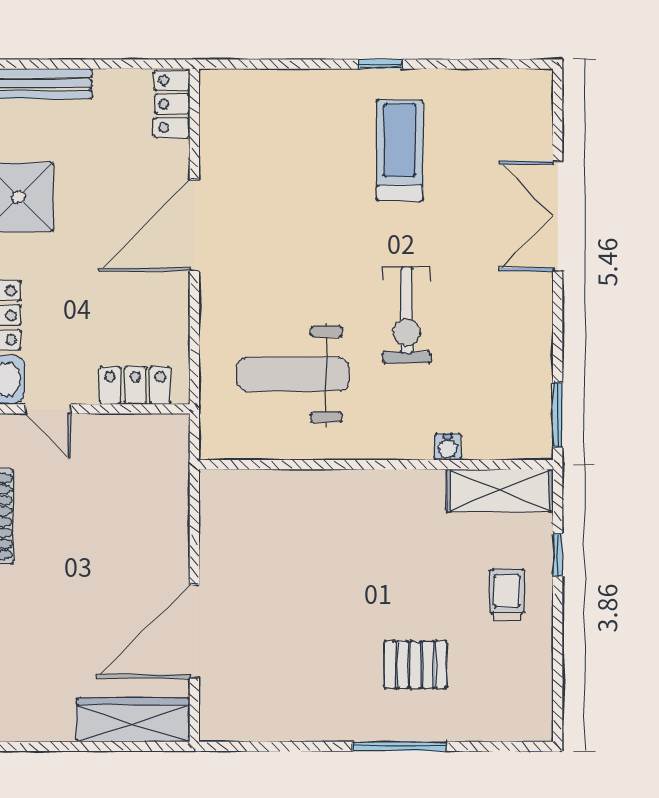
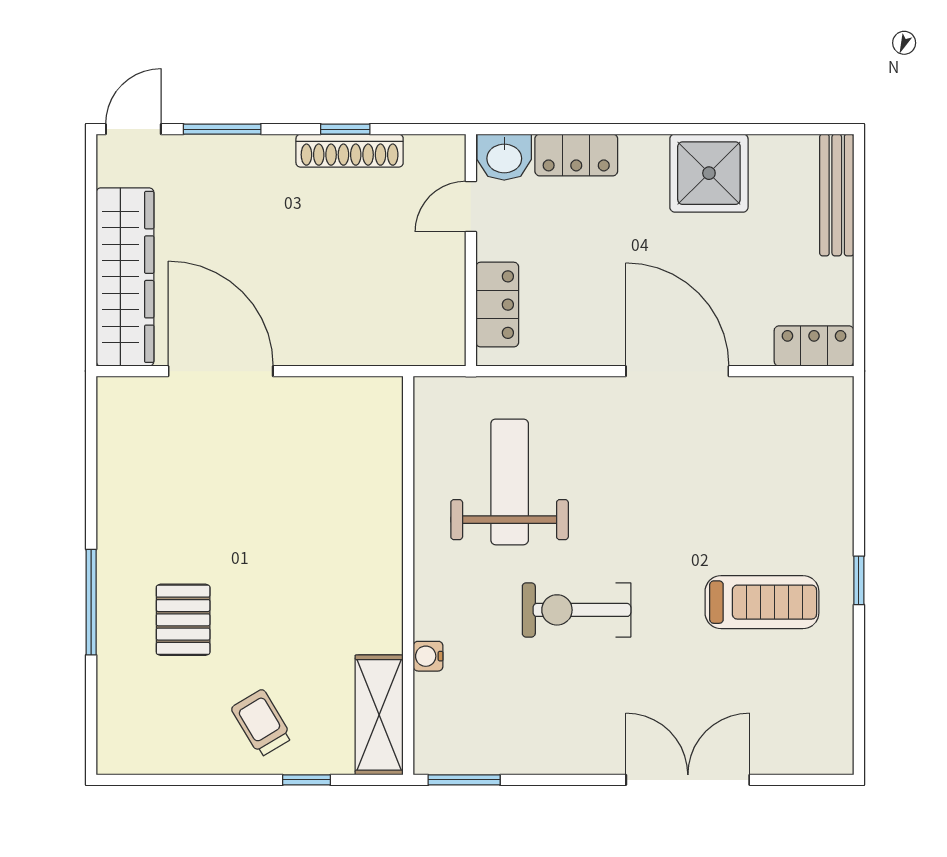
trolley: (507, 595) -> (262, 723), turned -121
wardrobe: (133, 720) -> (125, 277), width x1.40, depth x1.17

